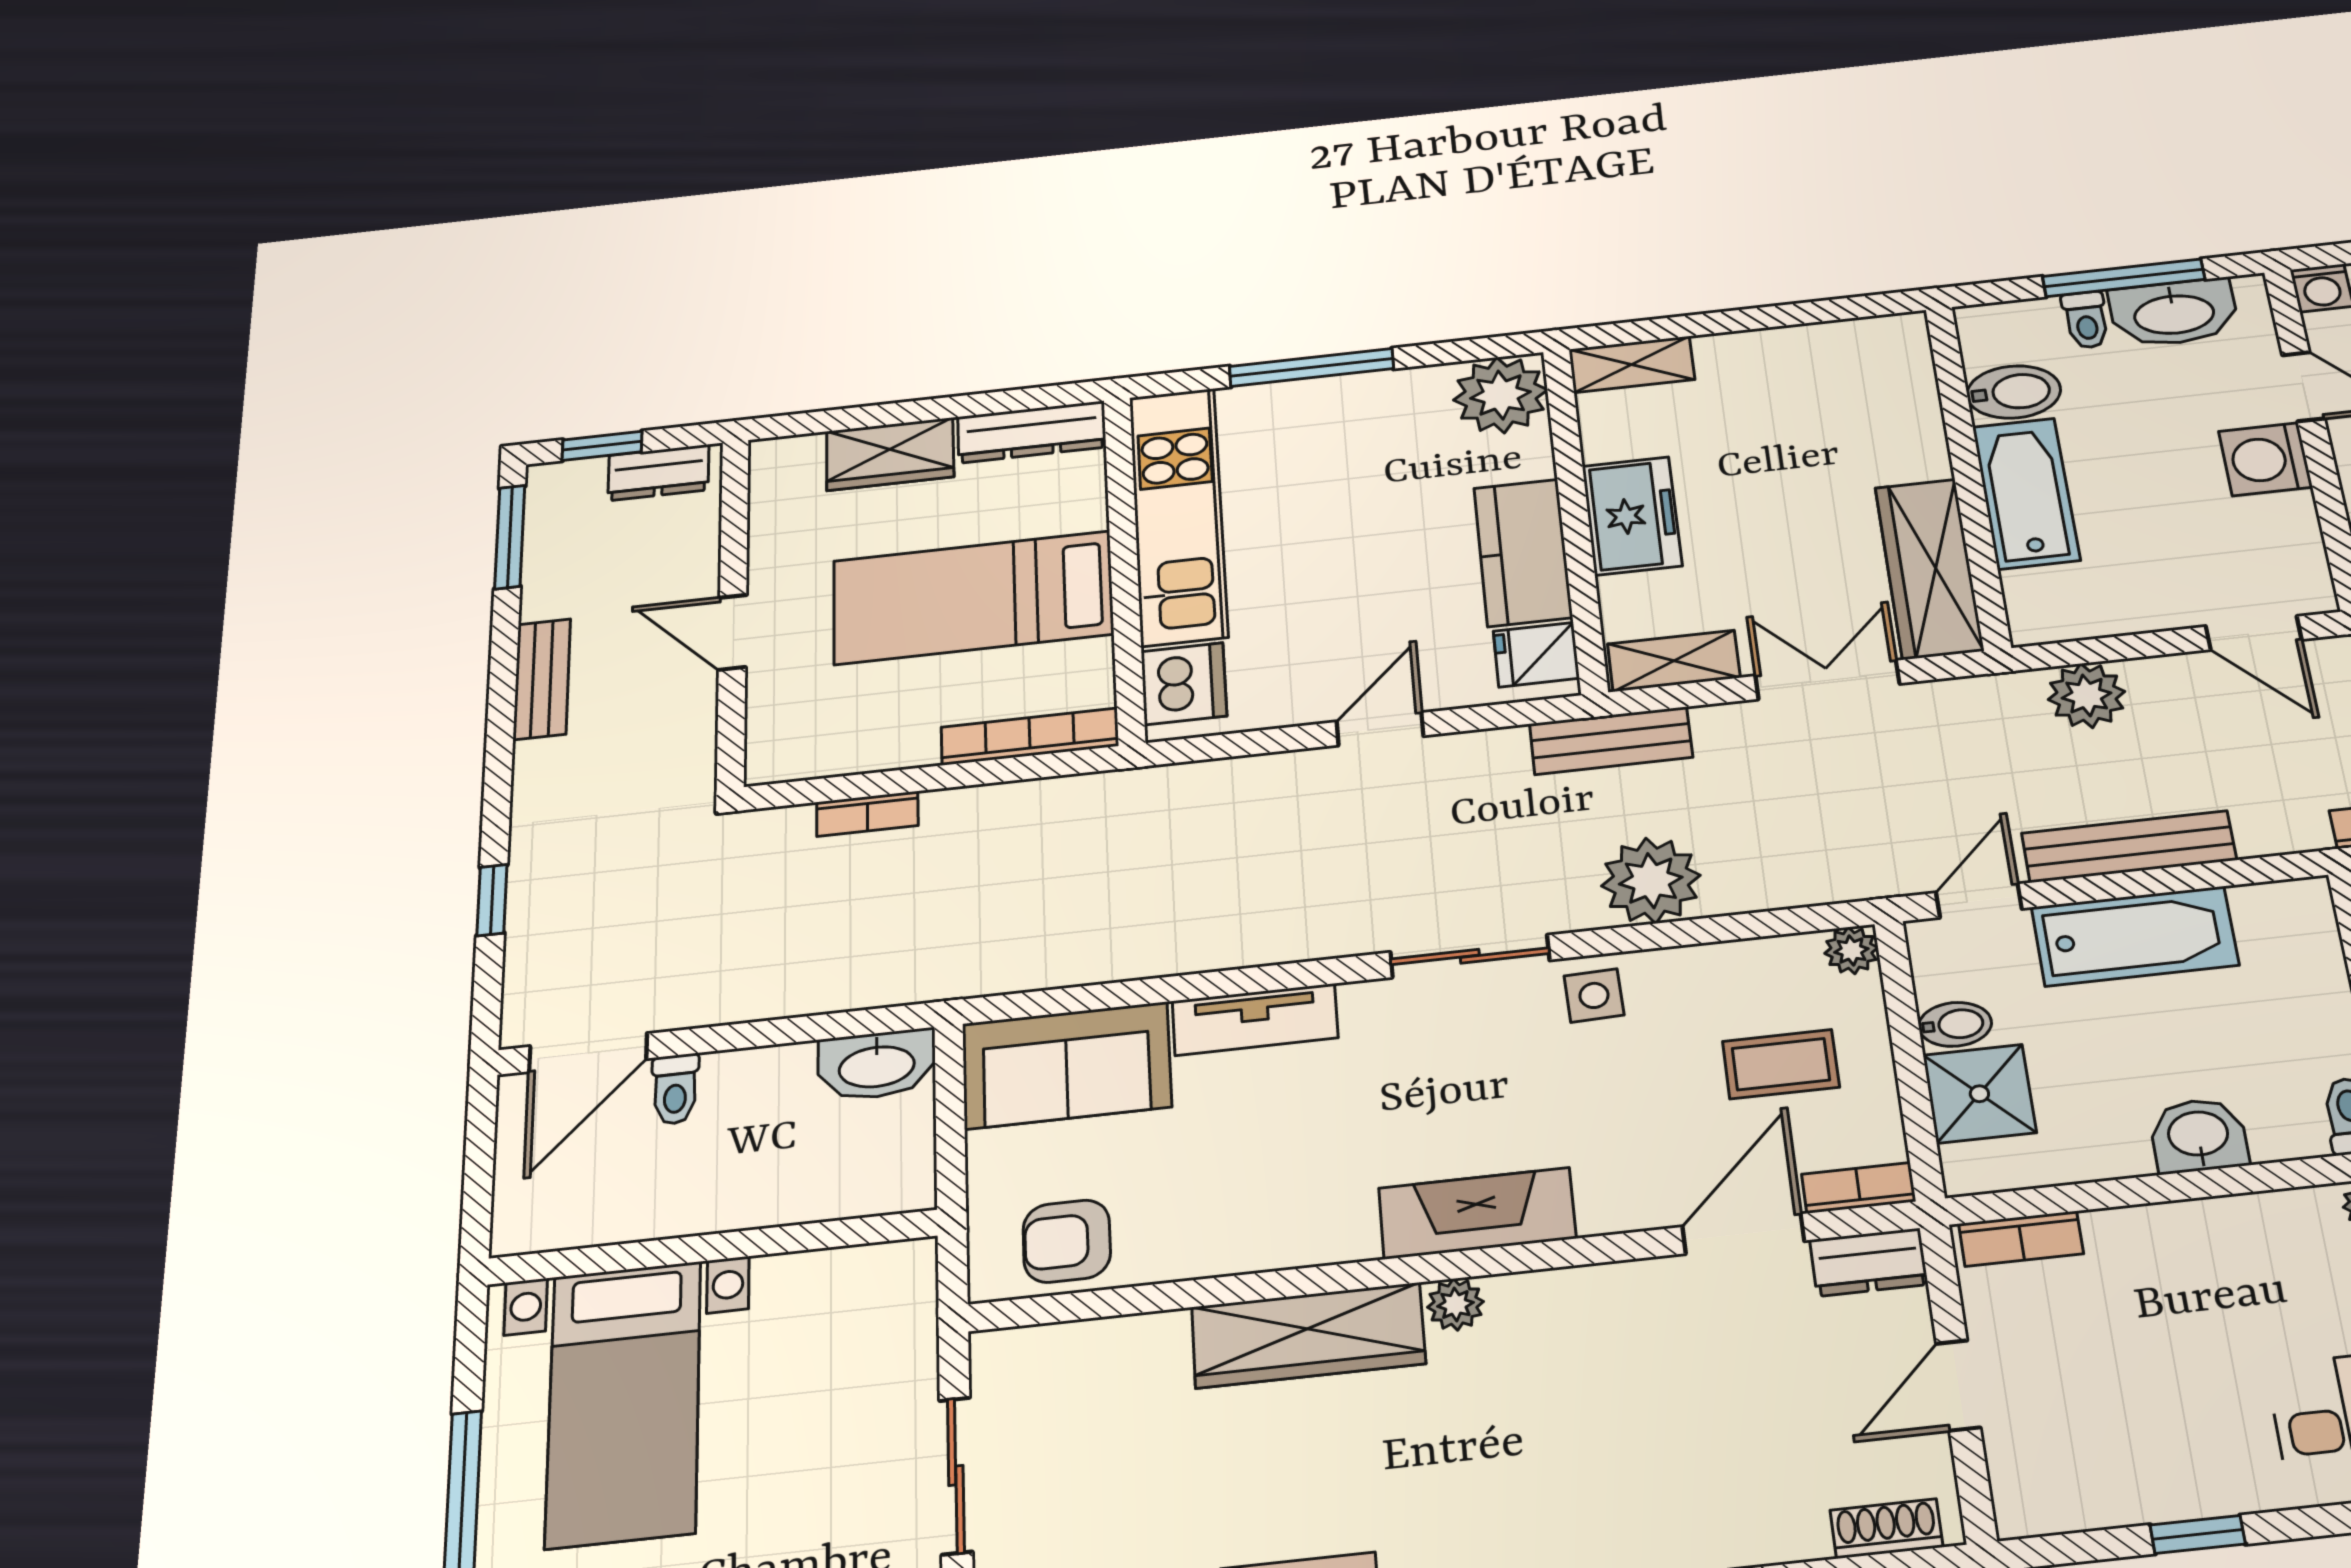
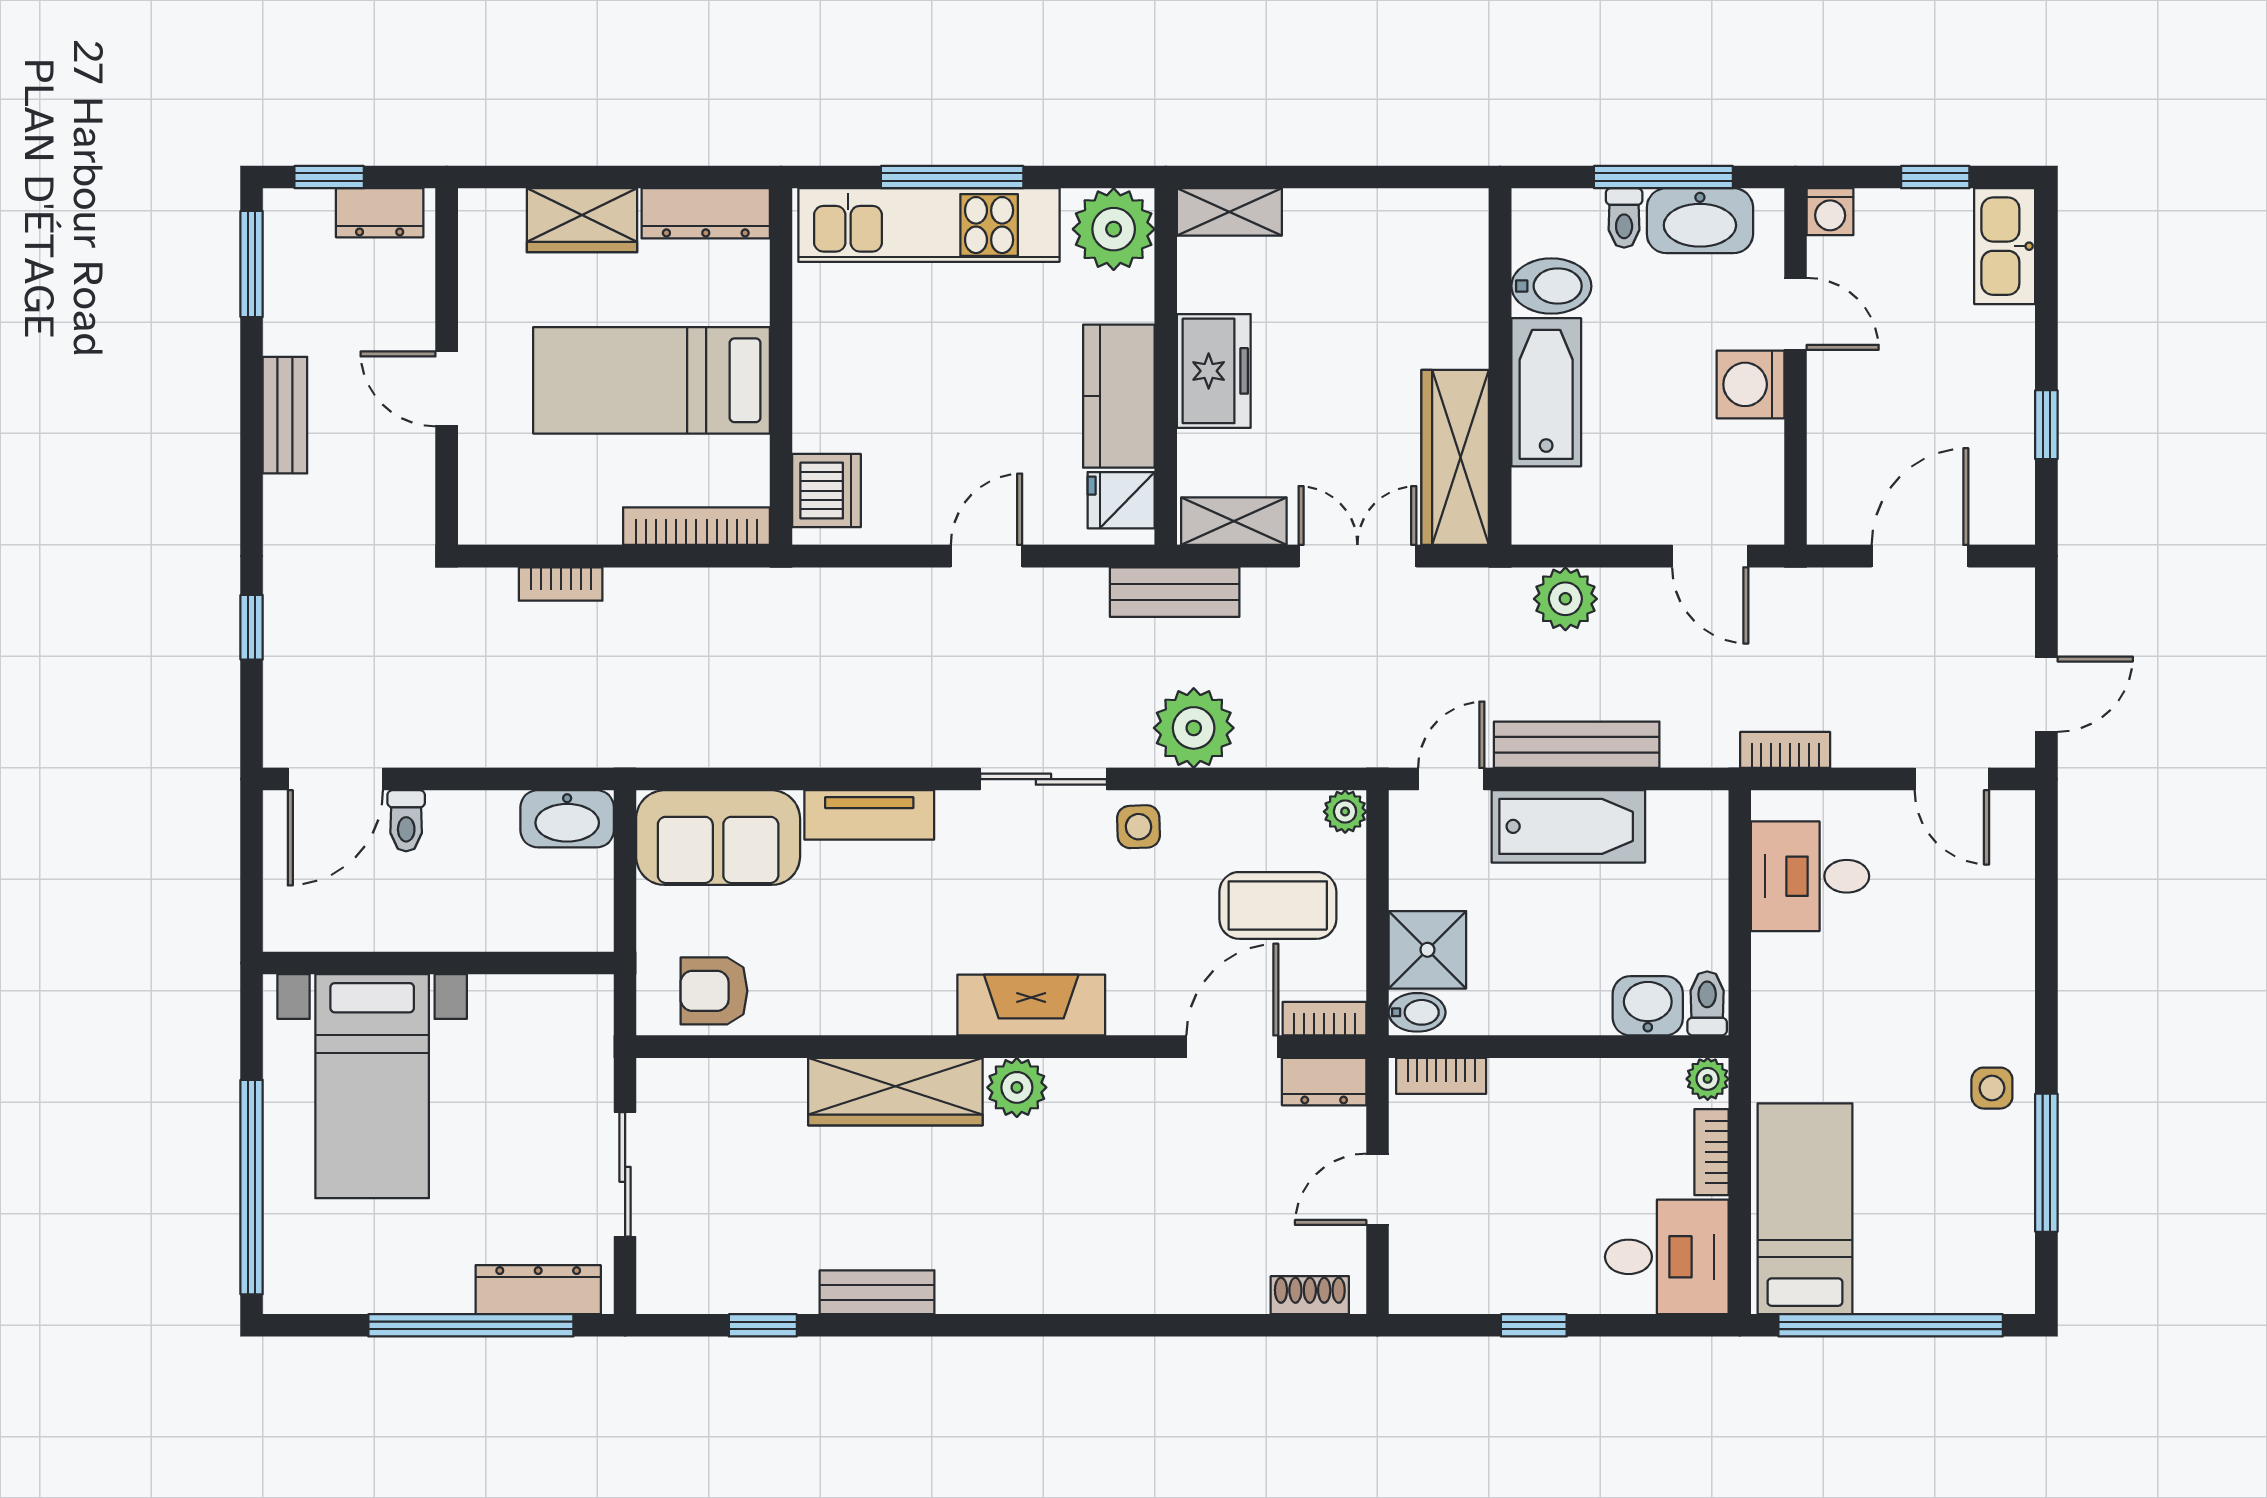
kitchen unit: (1178, 515) -> (929, 225), moved, turned 90
bidet: (1955, 1024) -> (1417, 1012), moved
coffee table: (1781, 1064) -> (1278, 905), width x1.36, depth x1.30
washbasin: (2198, 1136) -> (1648, 1006), moved
plant: (1455, 1304) -> (1017, 1087), width x1.38, depth x1.38

